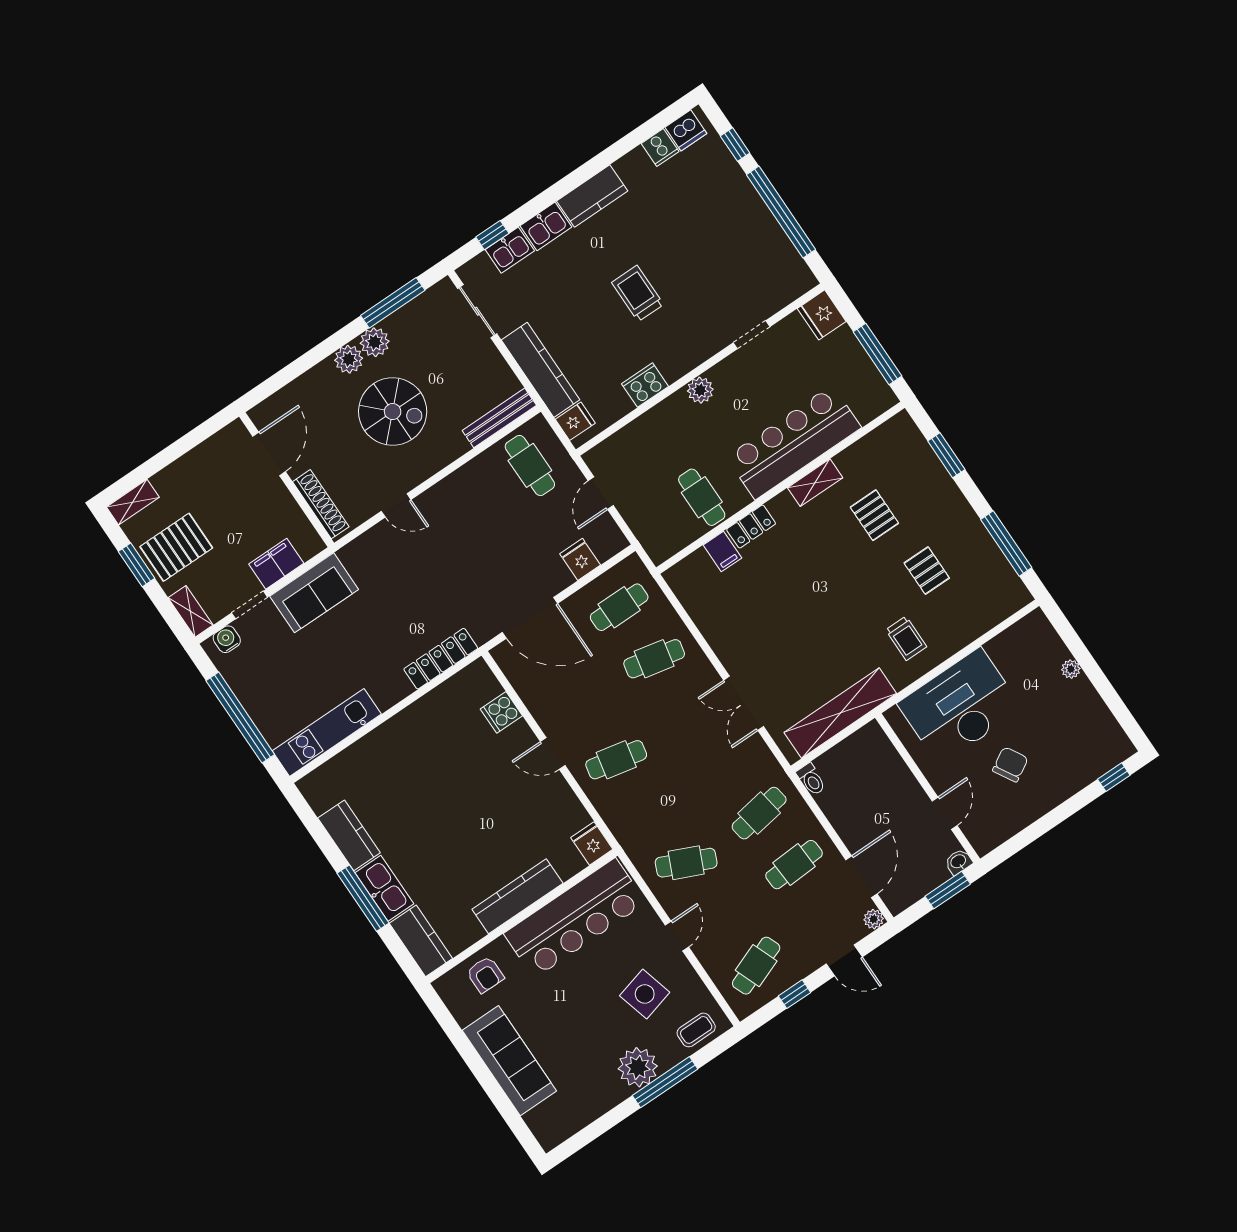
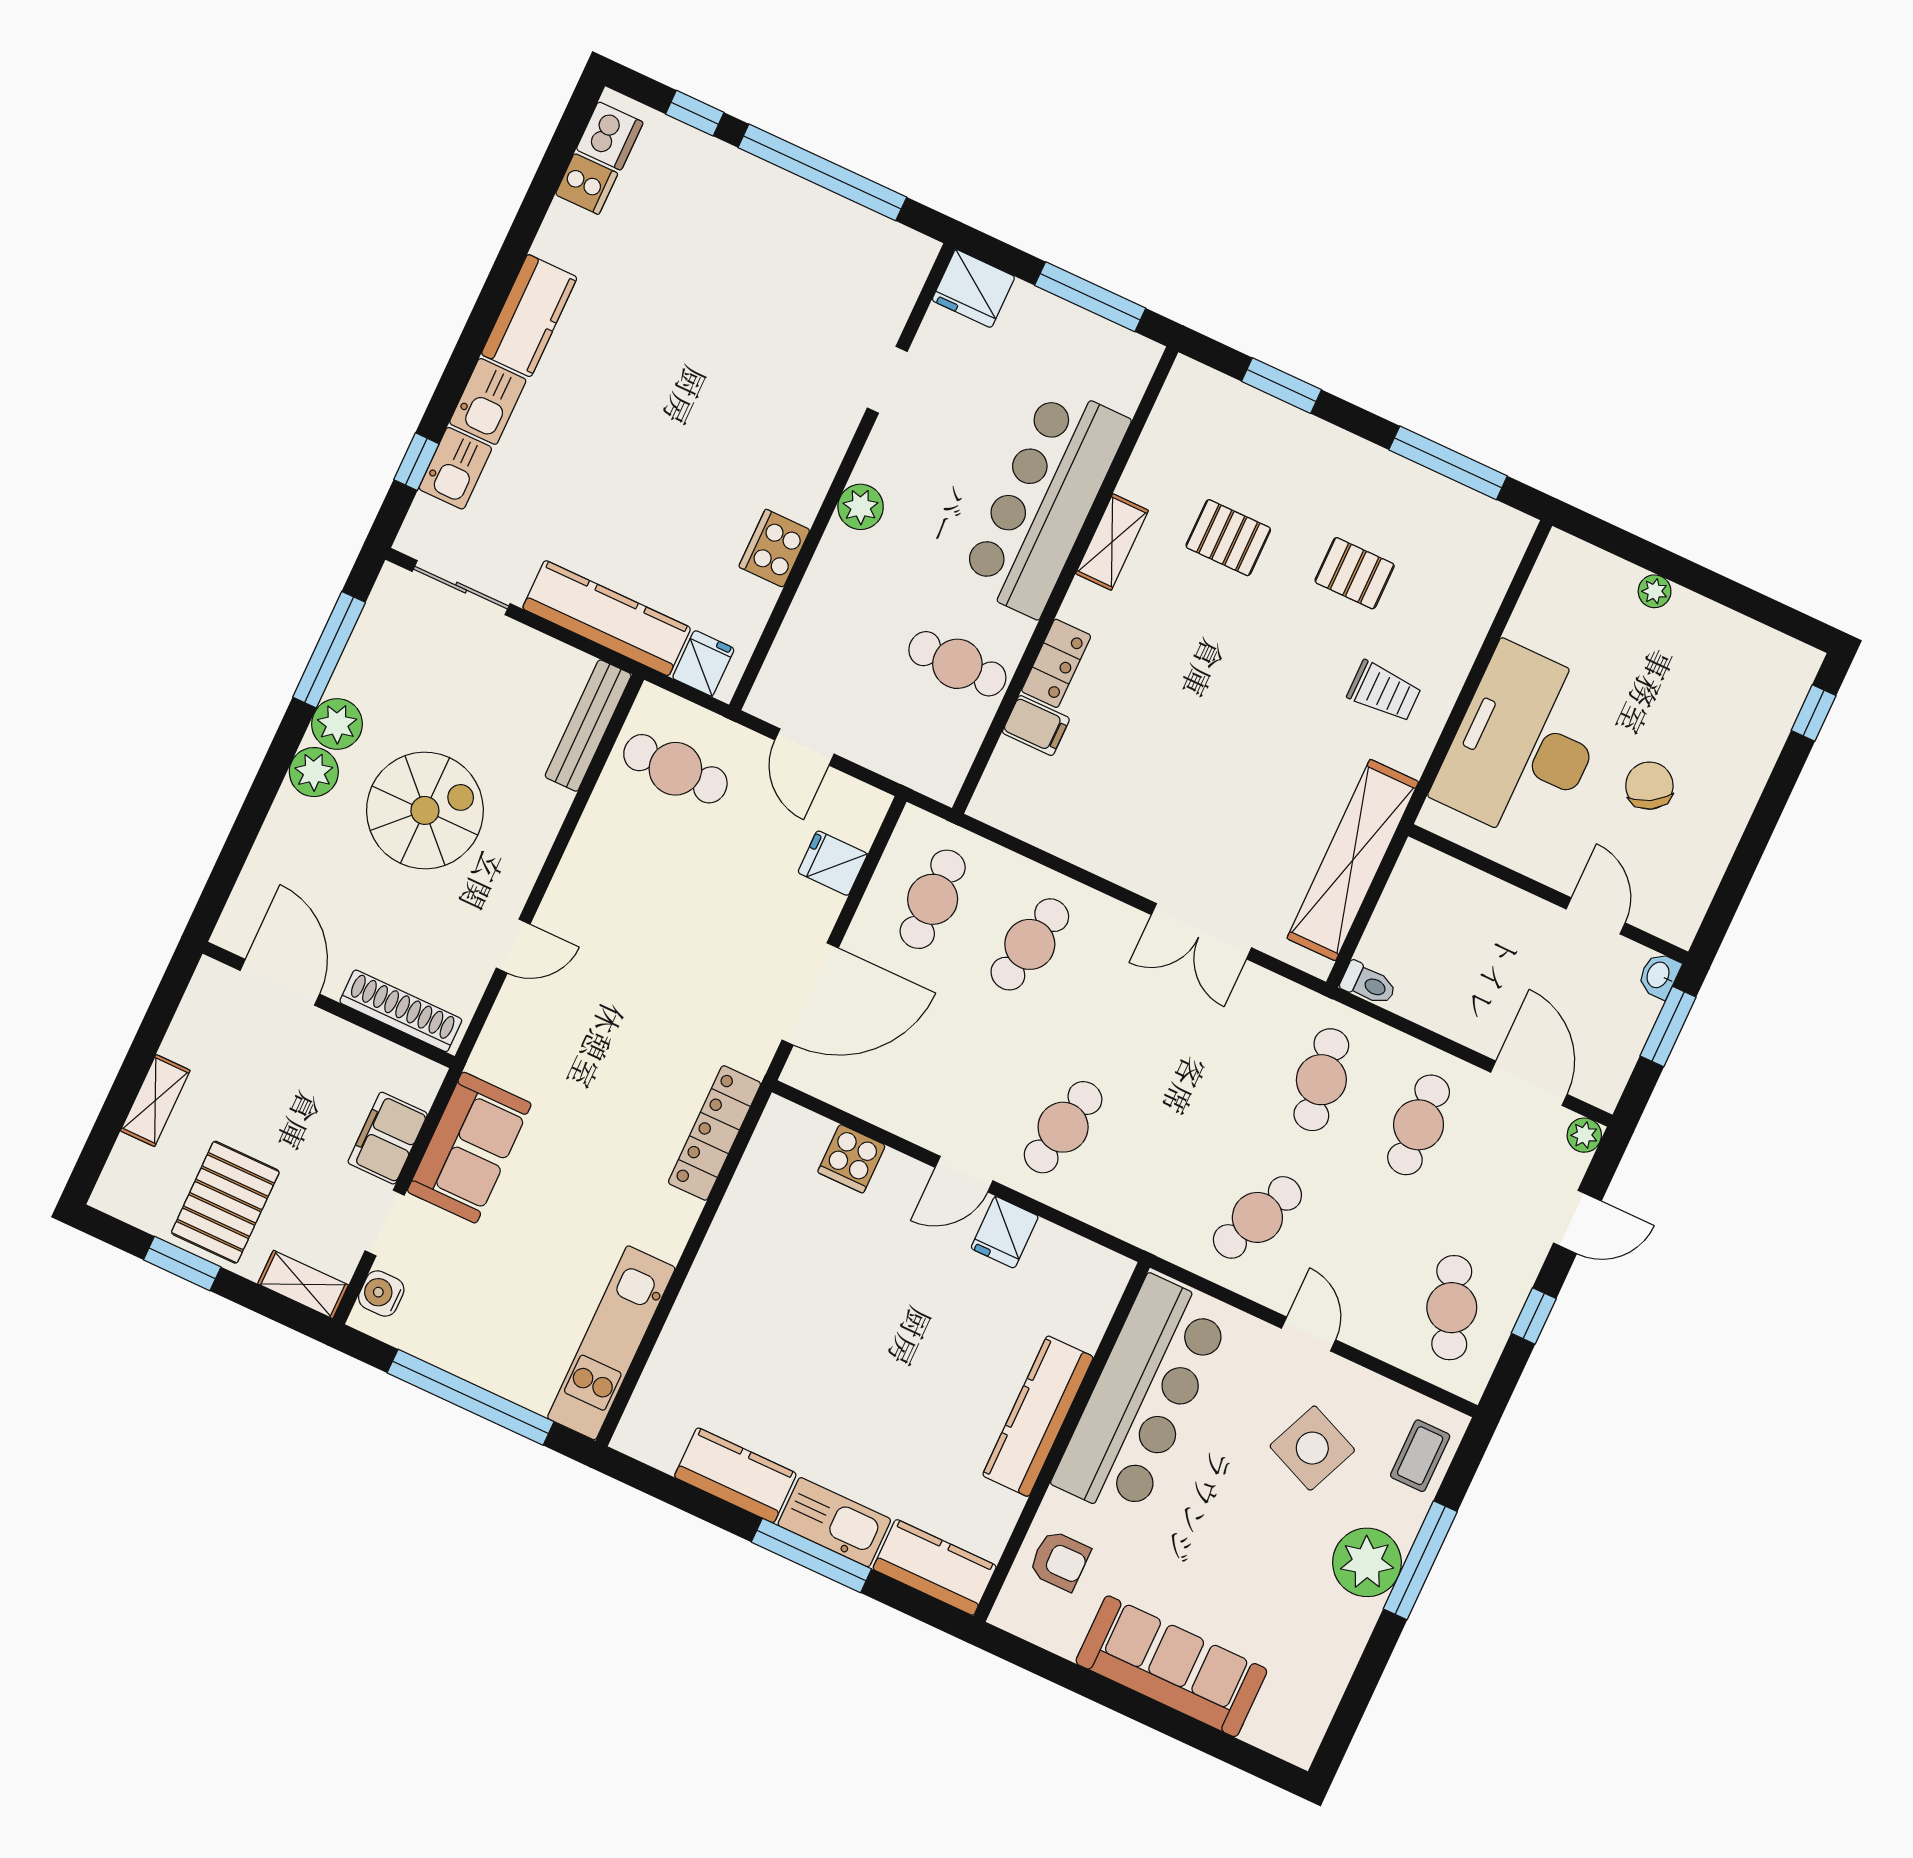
trolley: (638, 293) -> (682, 419), removed
shelving: (133, 502) -> (155, 1101), moved
fridge: (592, 843) -> (1005, 1232), moved, turned -90
side table: (645, 994) -> (1312, 1448), turned 38

